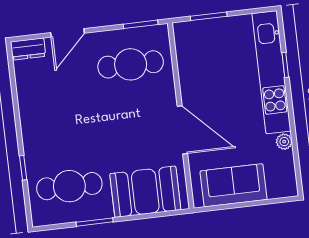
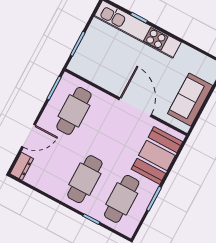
door: (67, 33) -> (28, 136), hinge flipped
cafe table: (63, 130) -> (85, 179), added
door: (182, 130) -> (135, 107), hinge flipped
plant: (284, 142) -> (185, 51), removed

